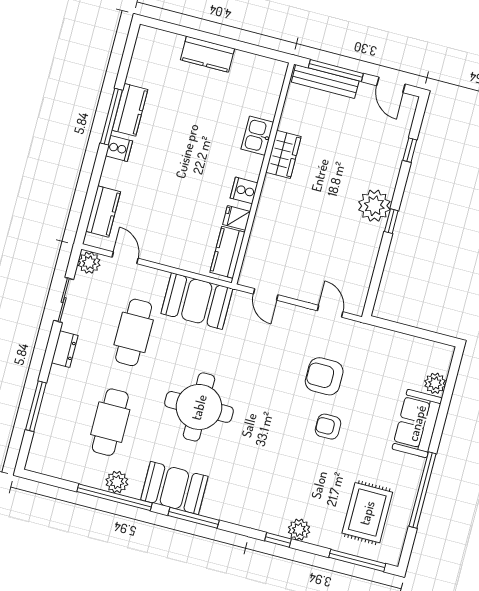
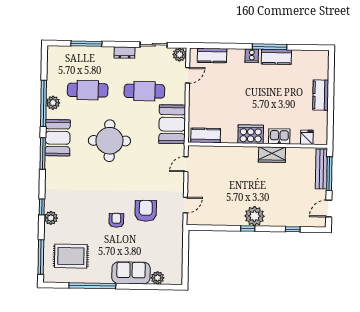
cooker: (244, 190) -> (251, 134), width x1.87, depth x1.31
fridge: (237, 218) -> (307, 137), moved

